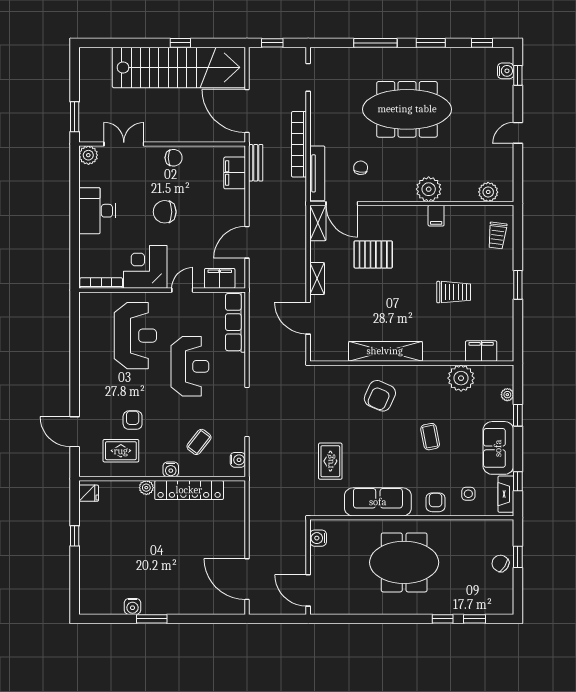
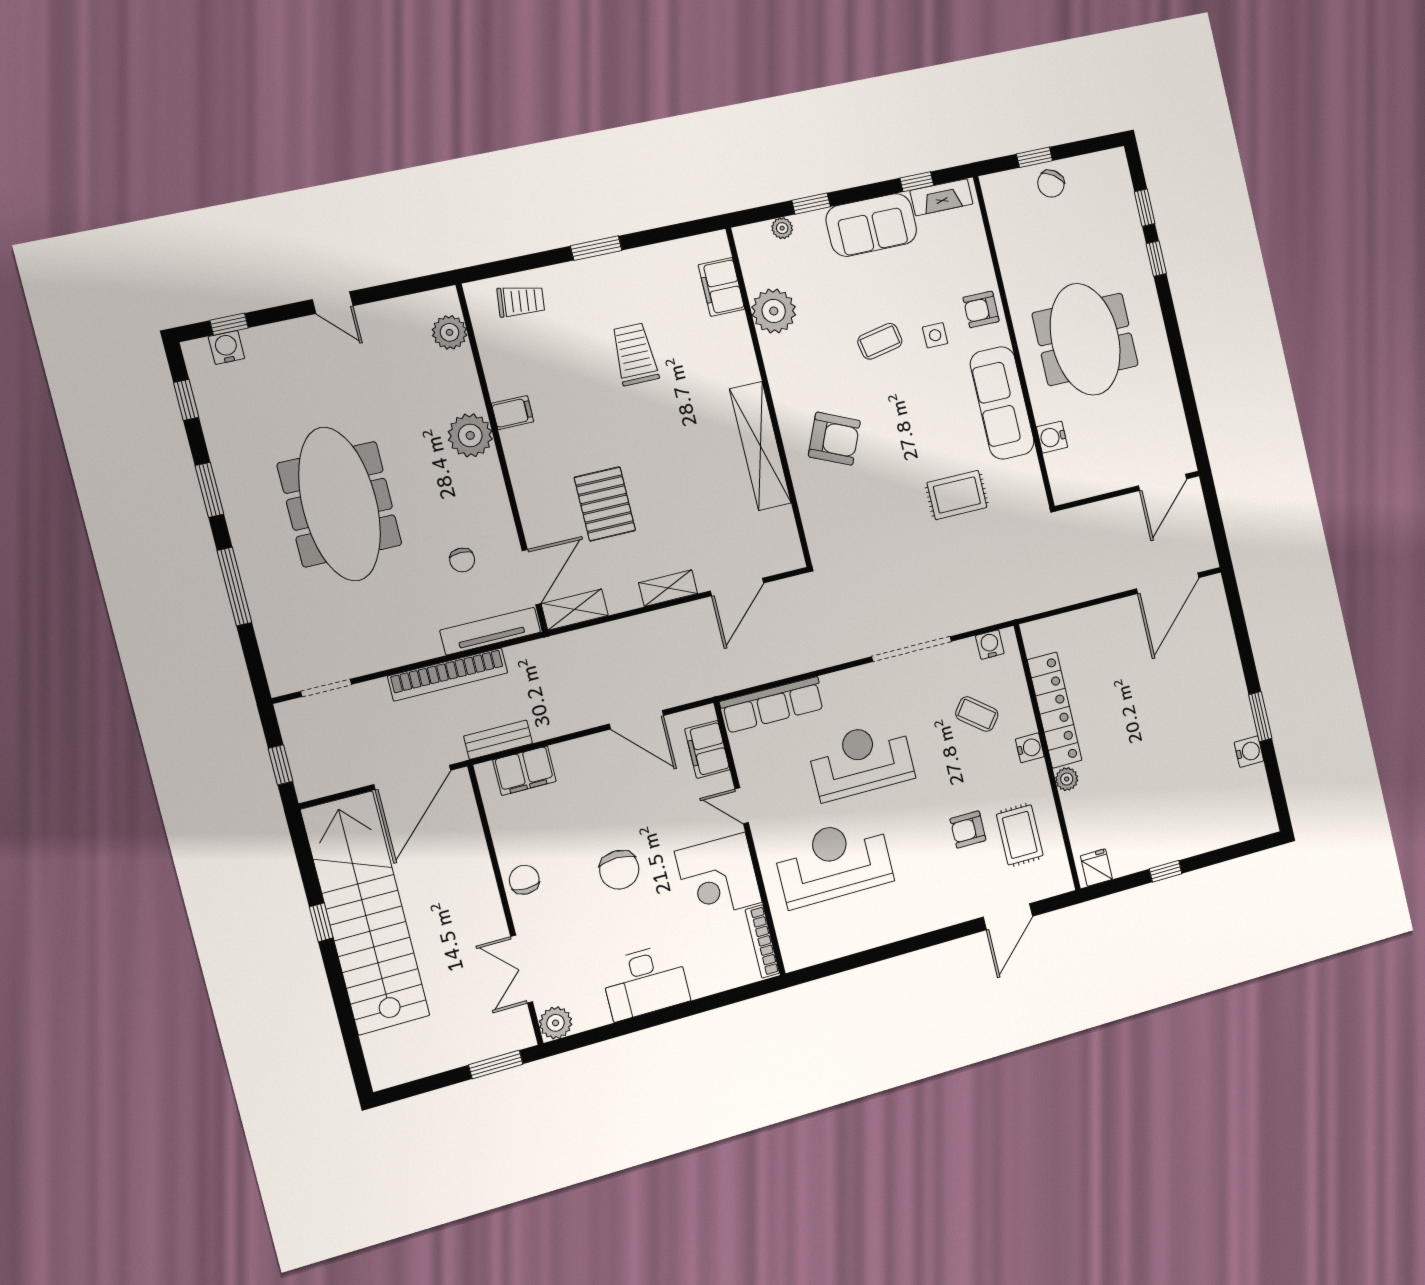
chair: (361, 168) -> (462, 560), turned -96
side table: (468, 494) -> (935, 335), moved
water cooler: (318, 538) -> (1052, 437), moved, turned 90

